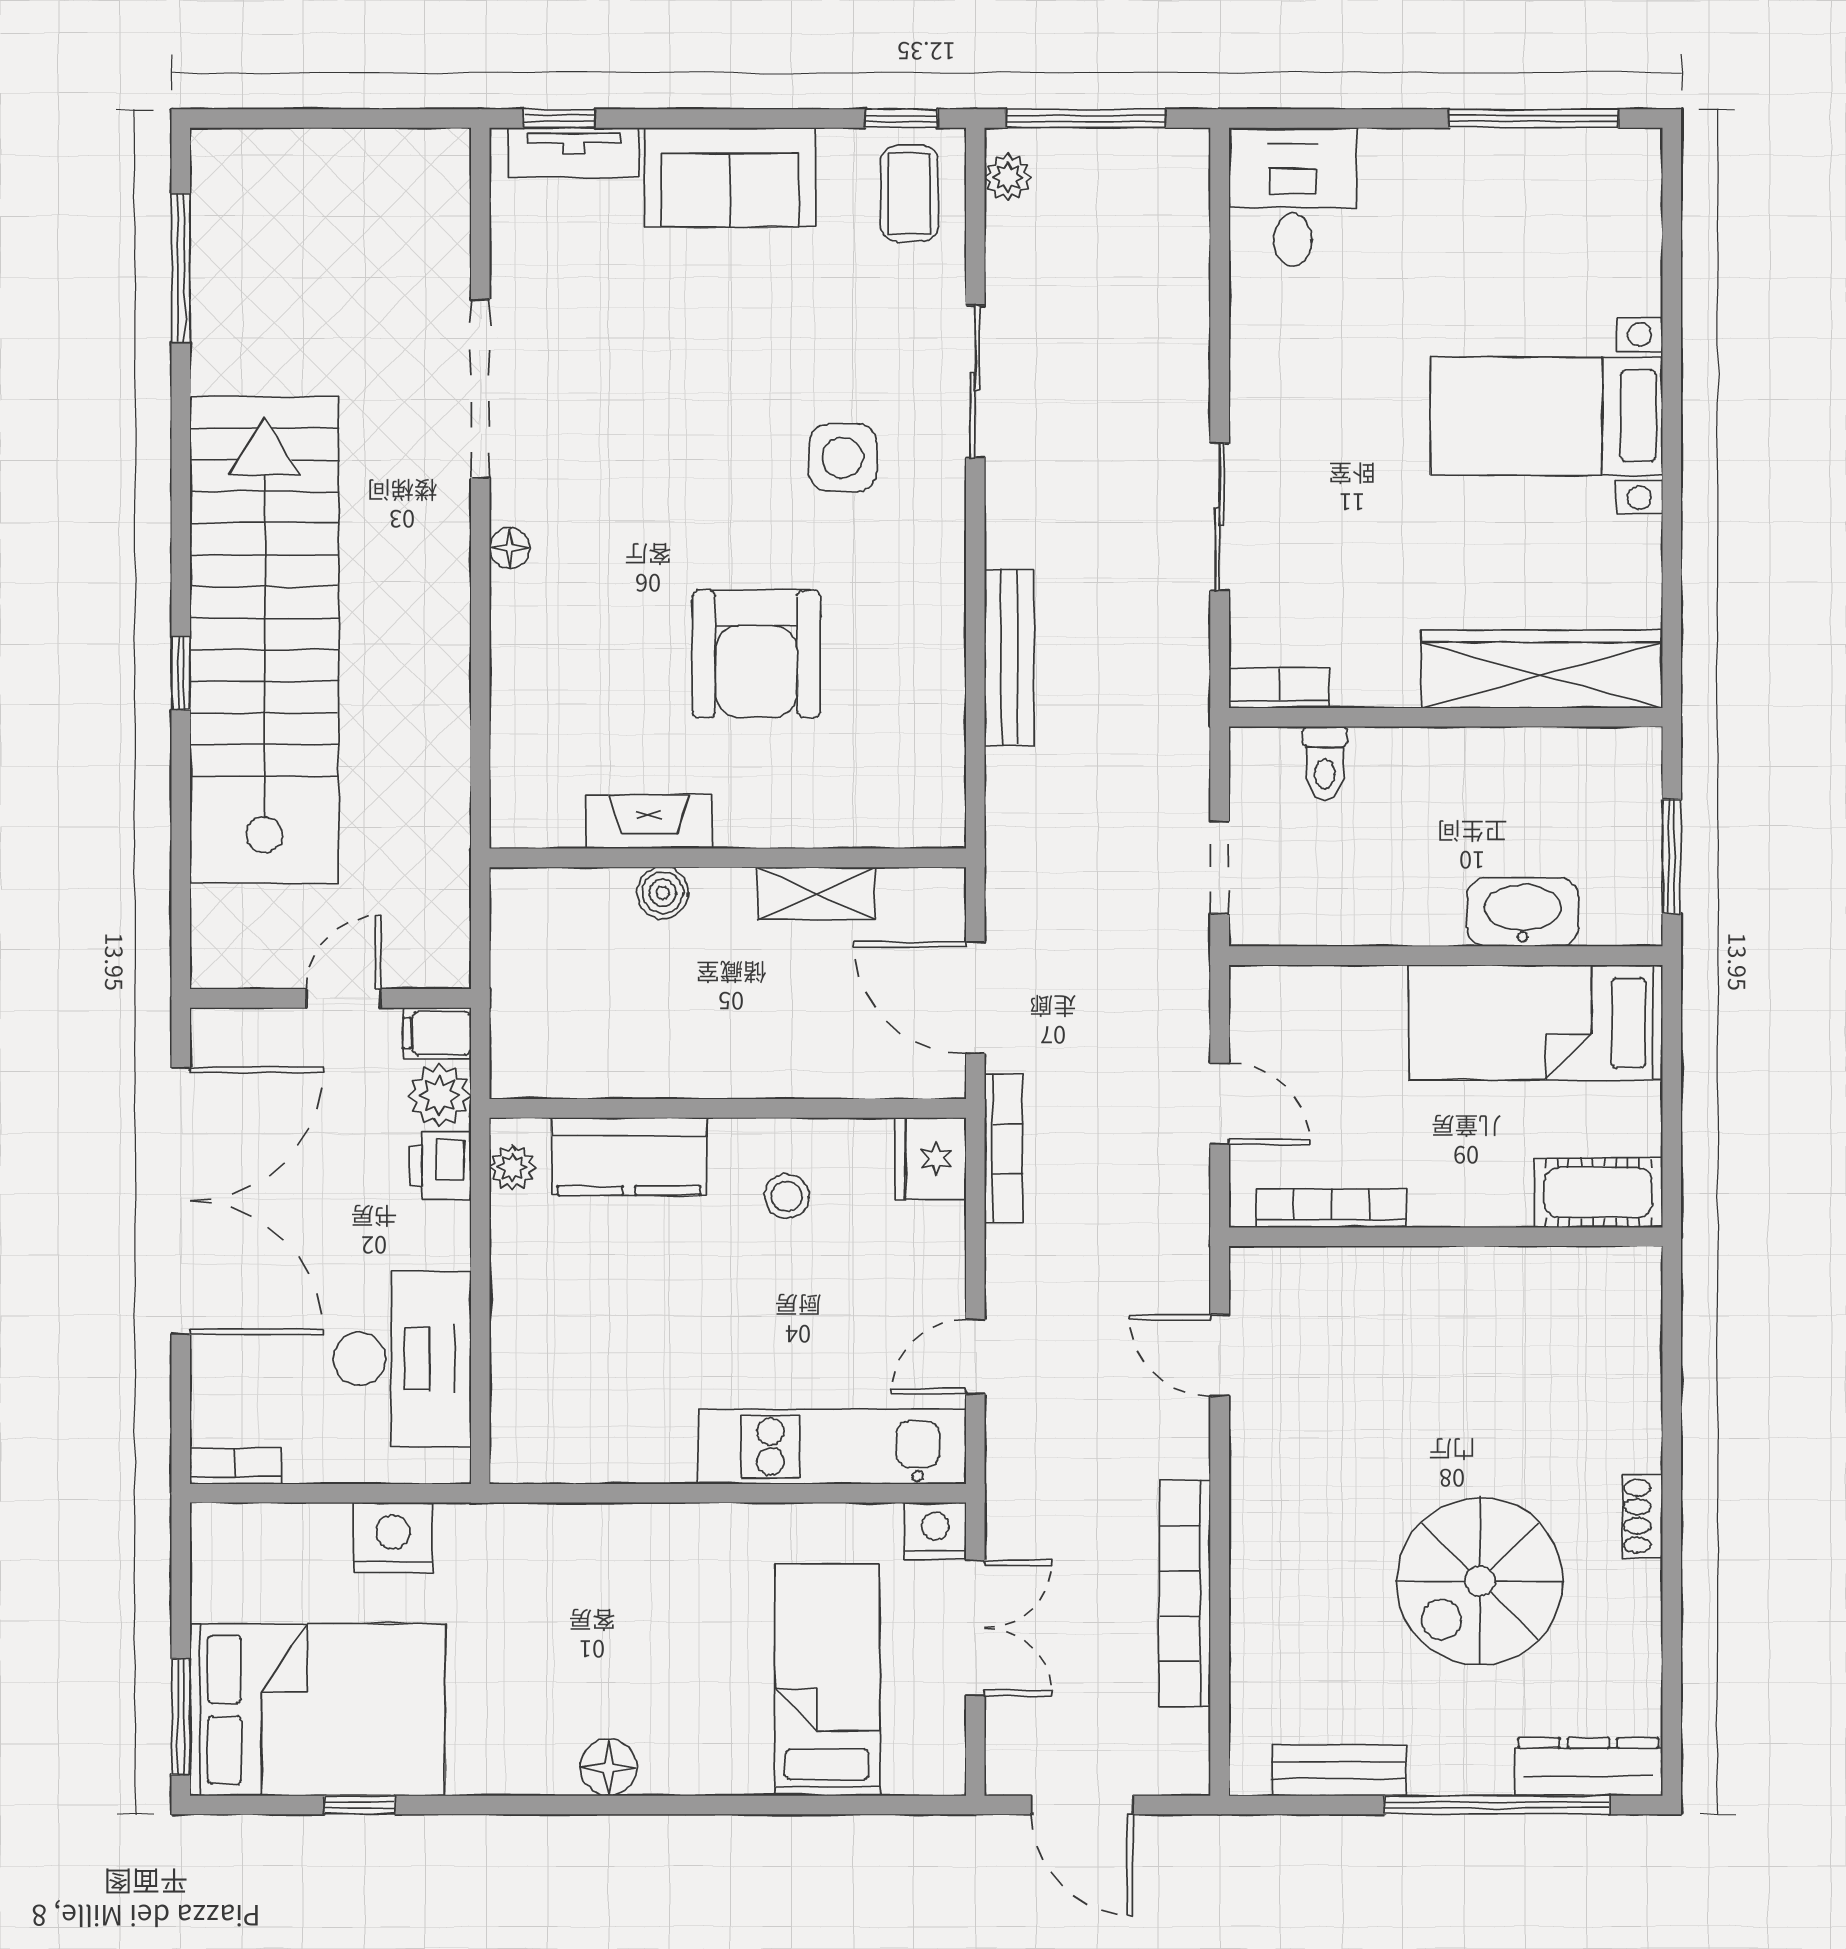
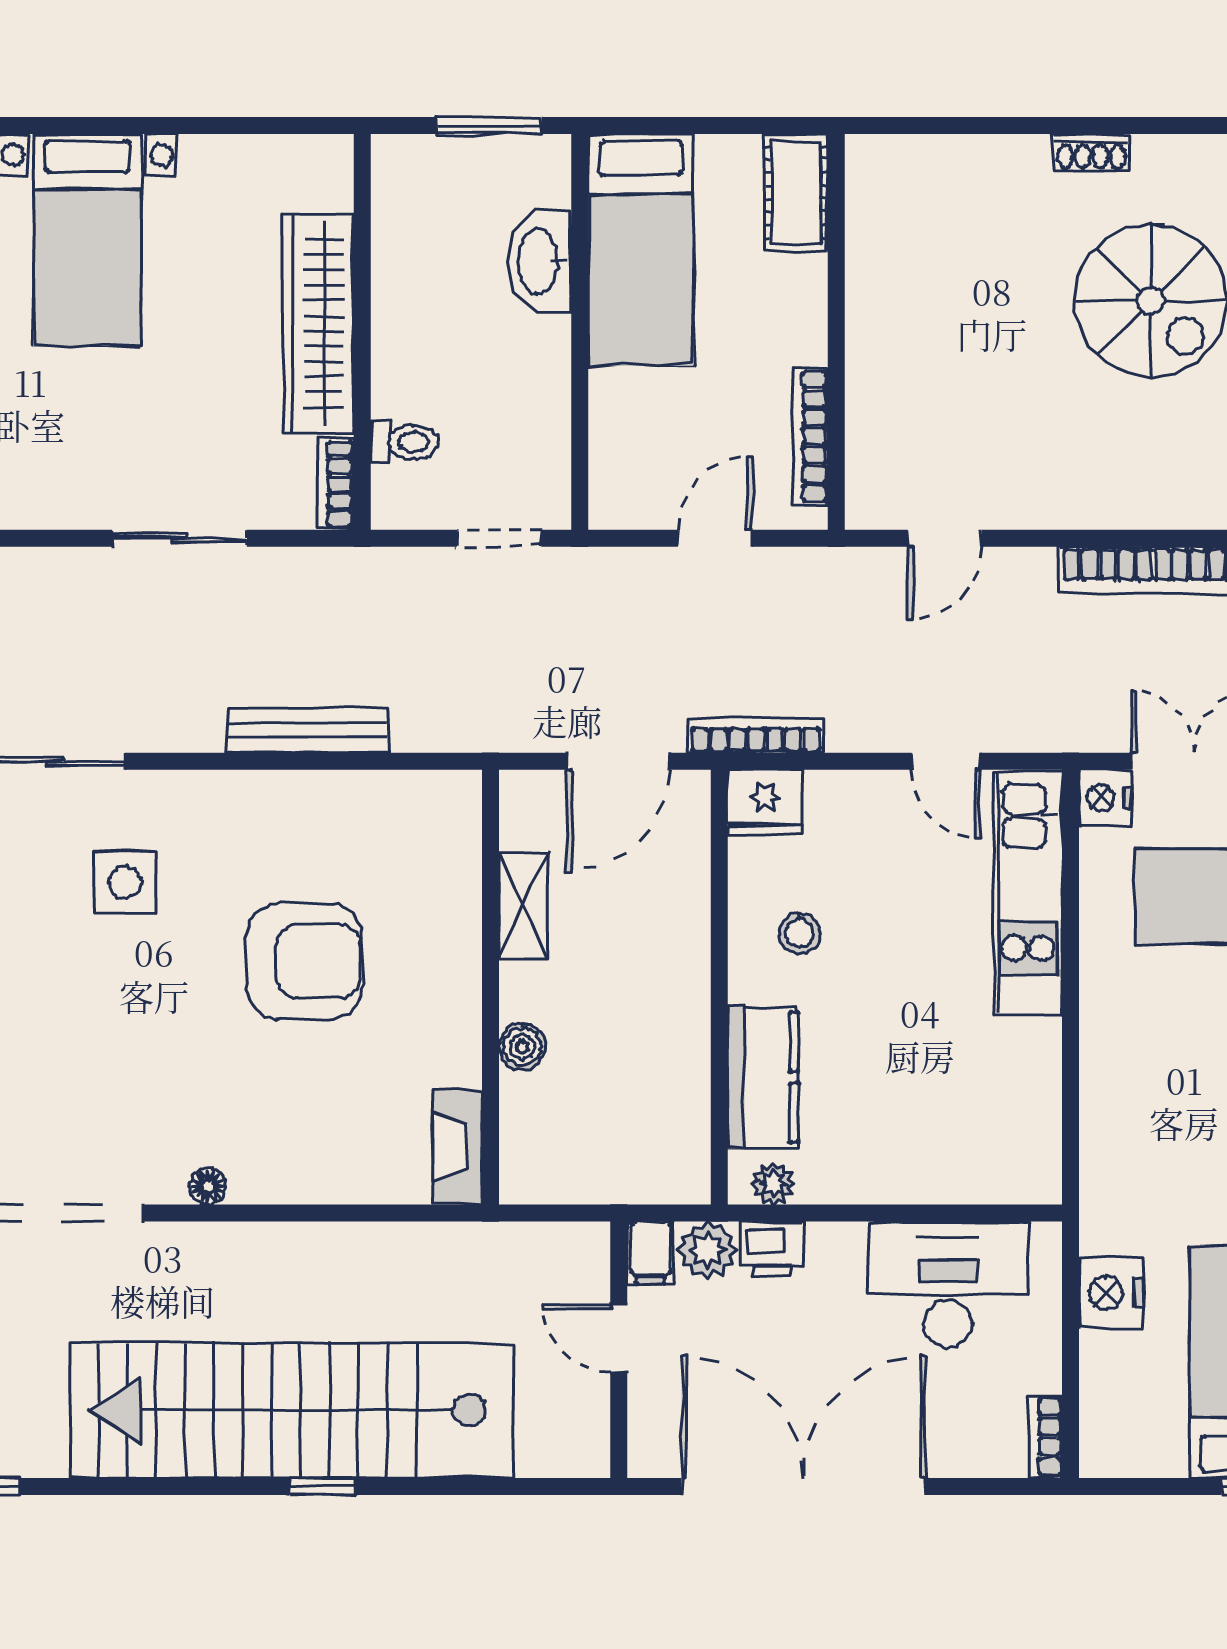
wardrobe: (1542, 669) -> (318, 324), moved
fireplace: (649, 822) -> (458, 1147), moved

